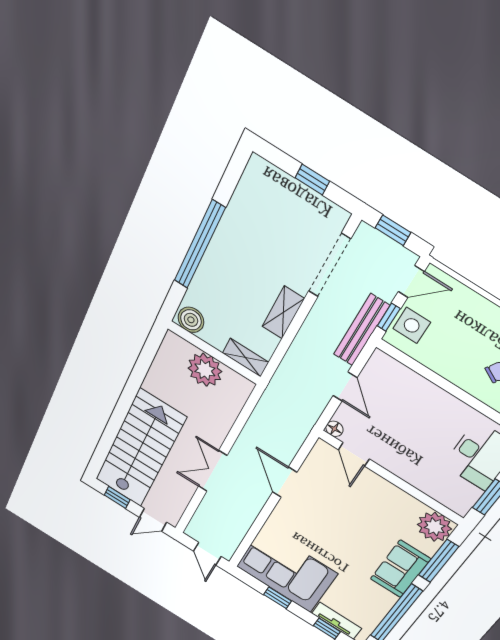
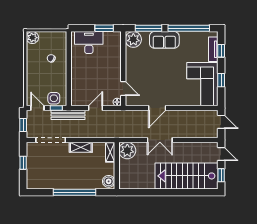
plant: (205, 370) -> (127, 151), moved
door: (354, 454) -> (123, 88), hinge flipped
double door: (213, 471) -> (160, 140), moved
door: (207, 554) -> (221, 122), hinge flipped

